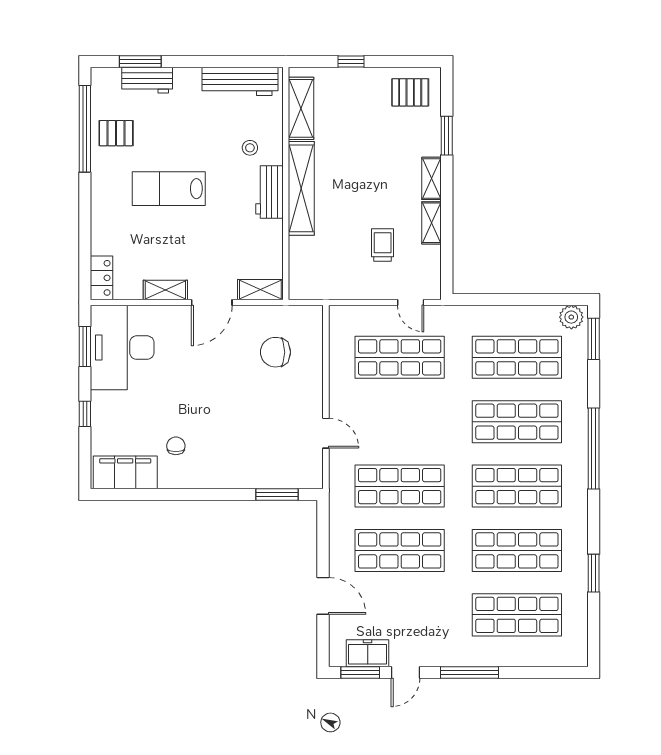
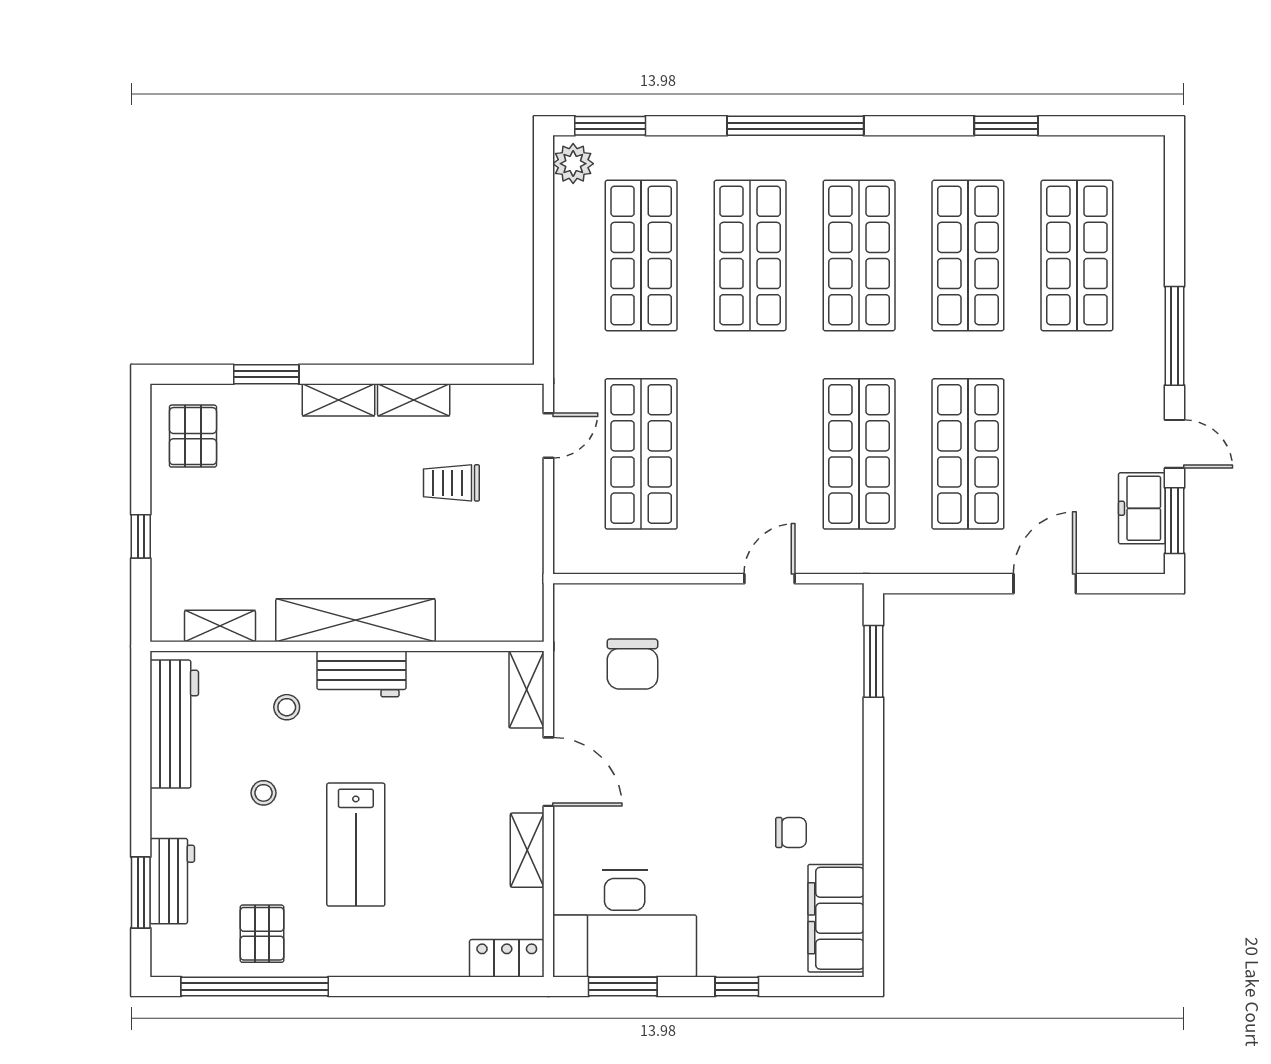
shelving: (301, 108) -> (220, 626), width x0.67, depth x0.75
stool: (199, 134) -> (264, 793), added
chair: (176, 446) -> (791, 832), turned 180

